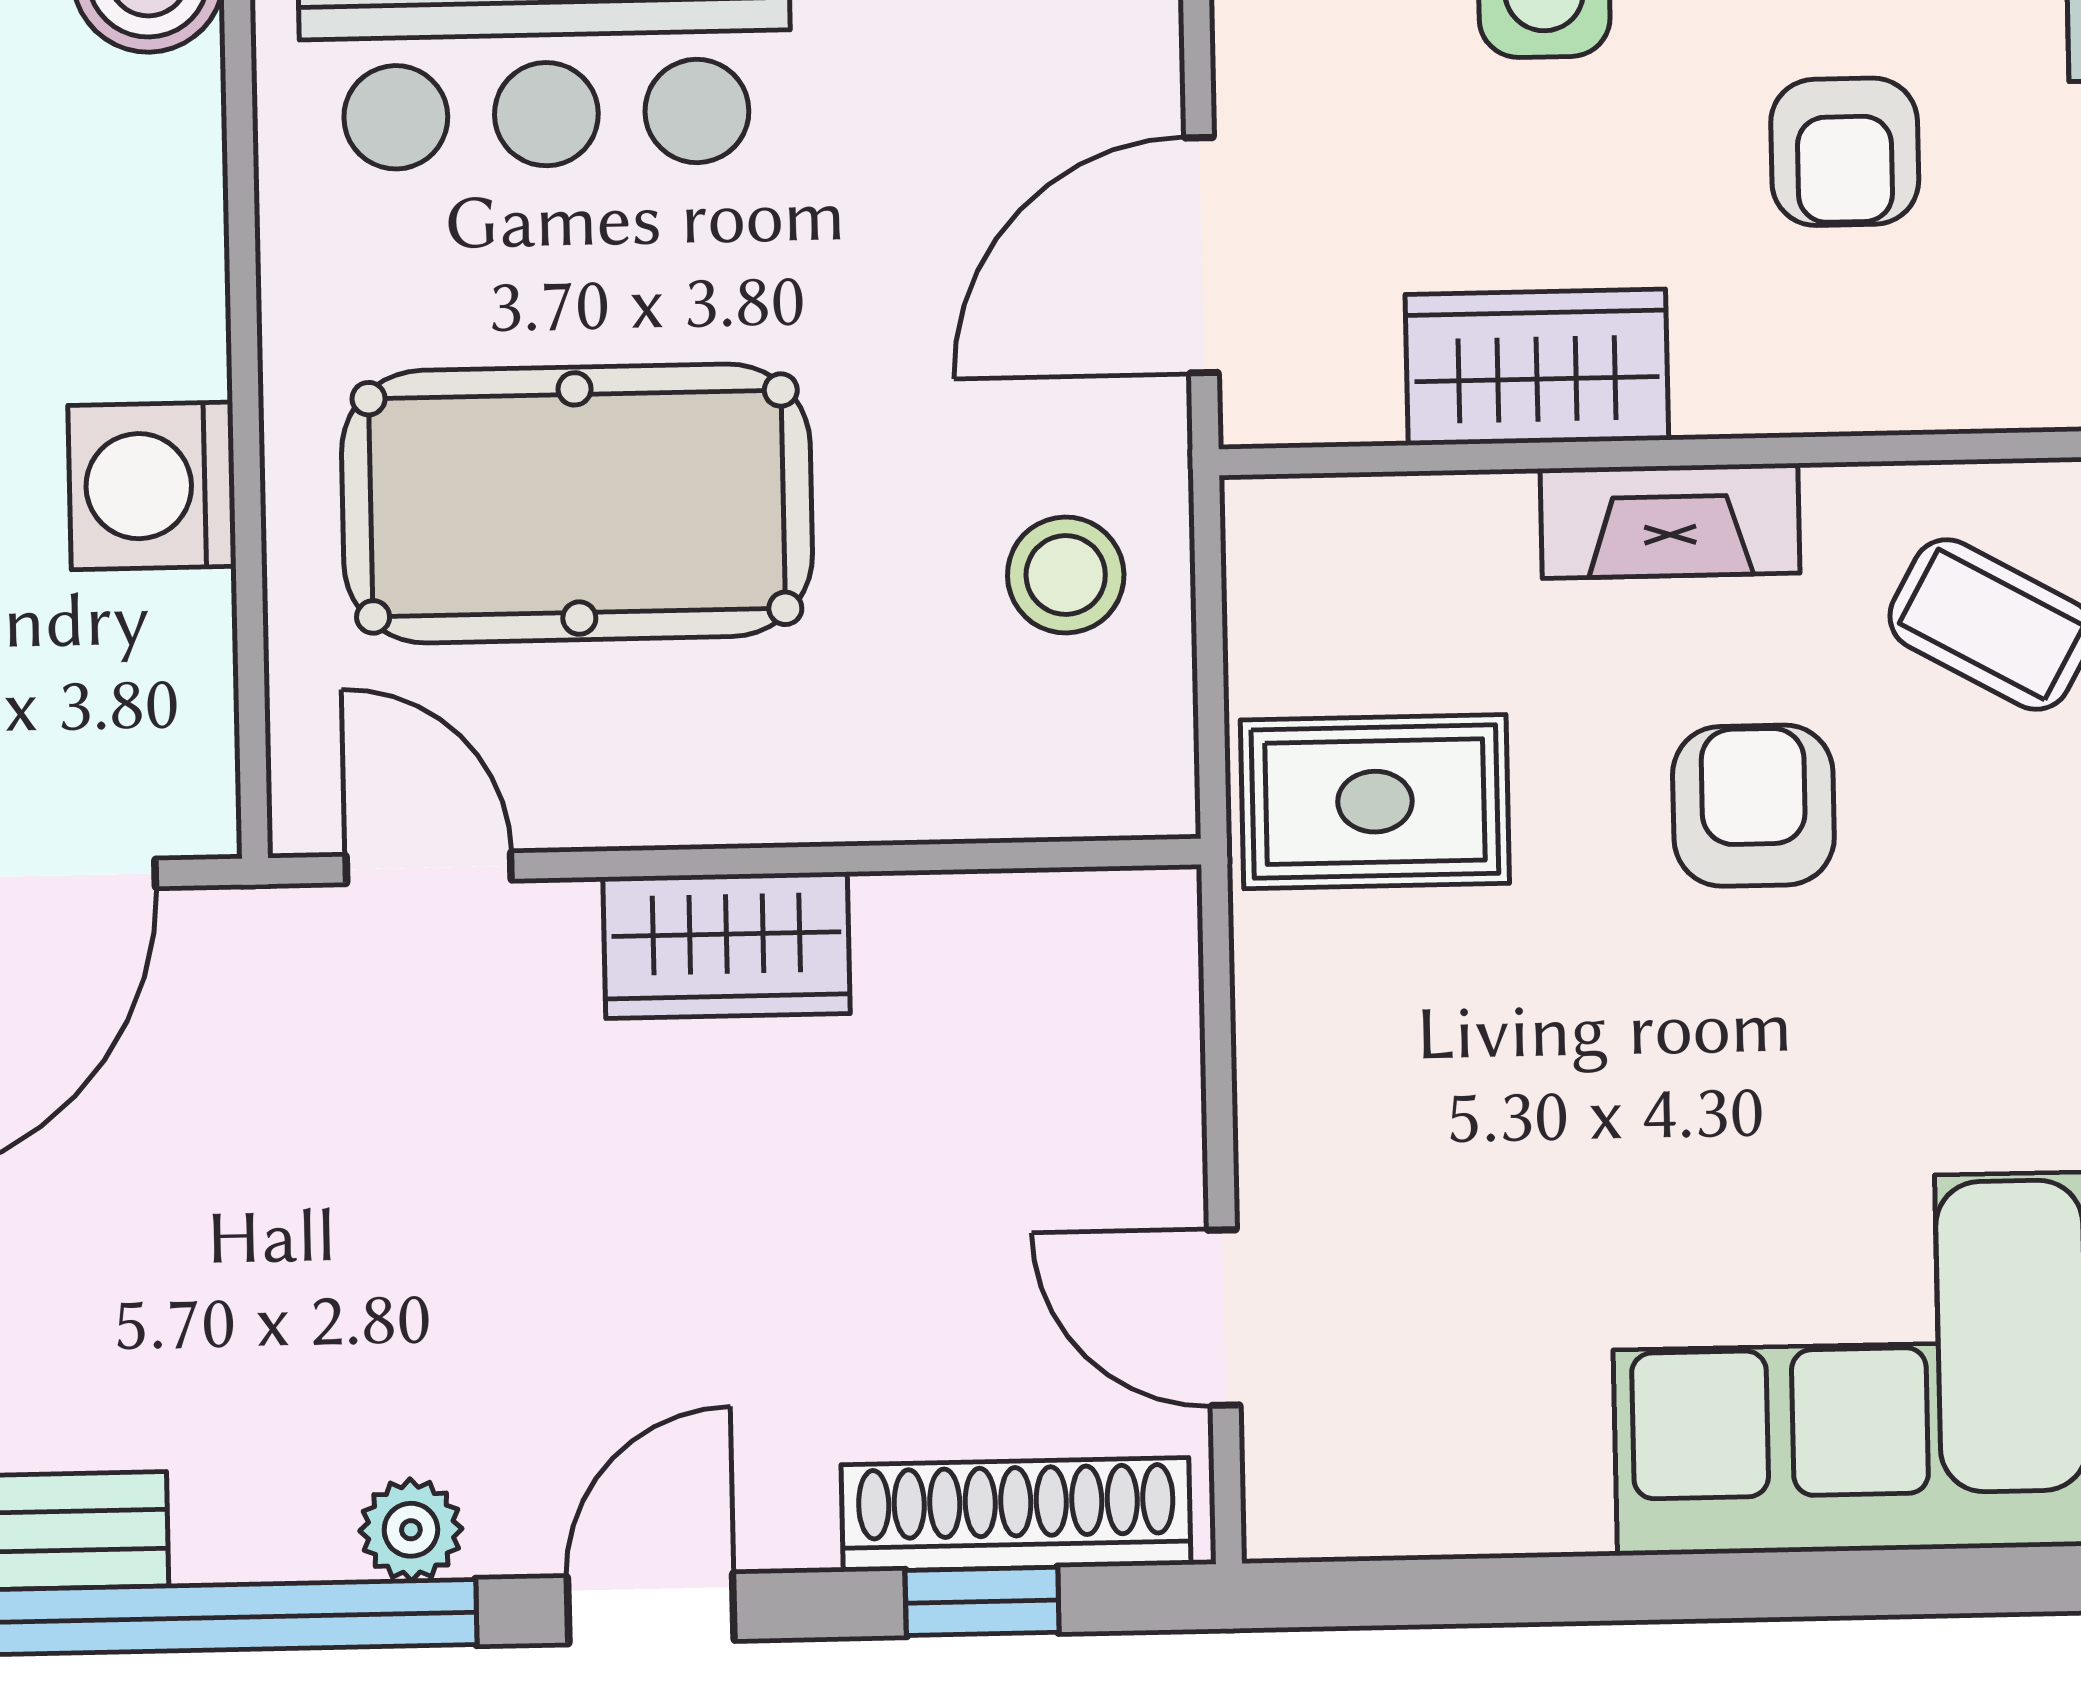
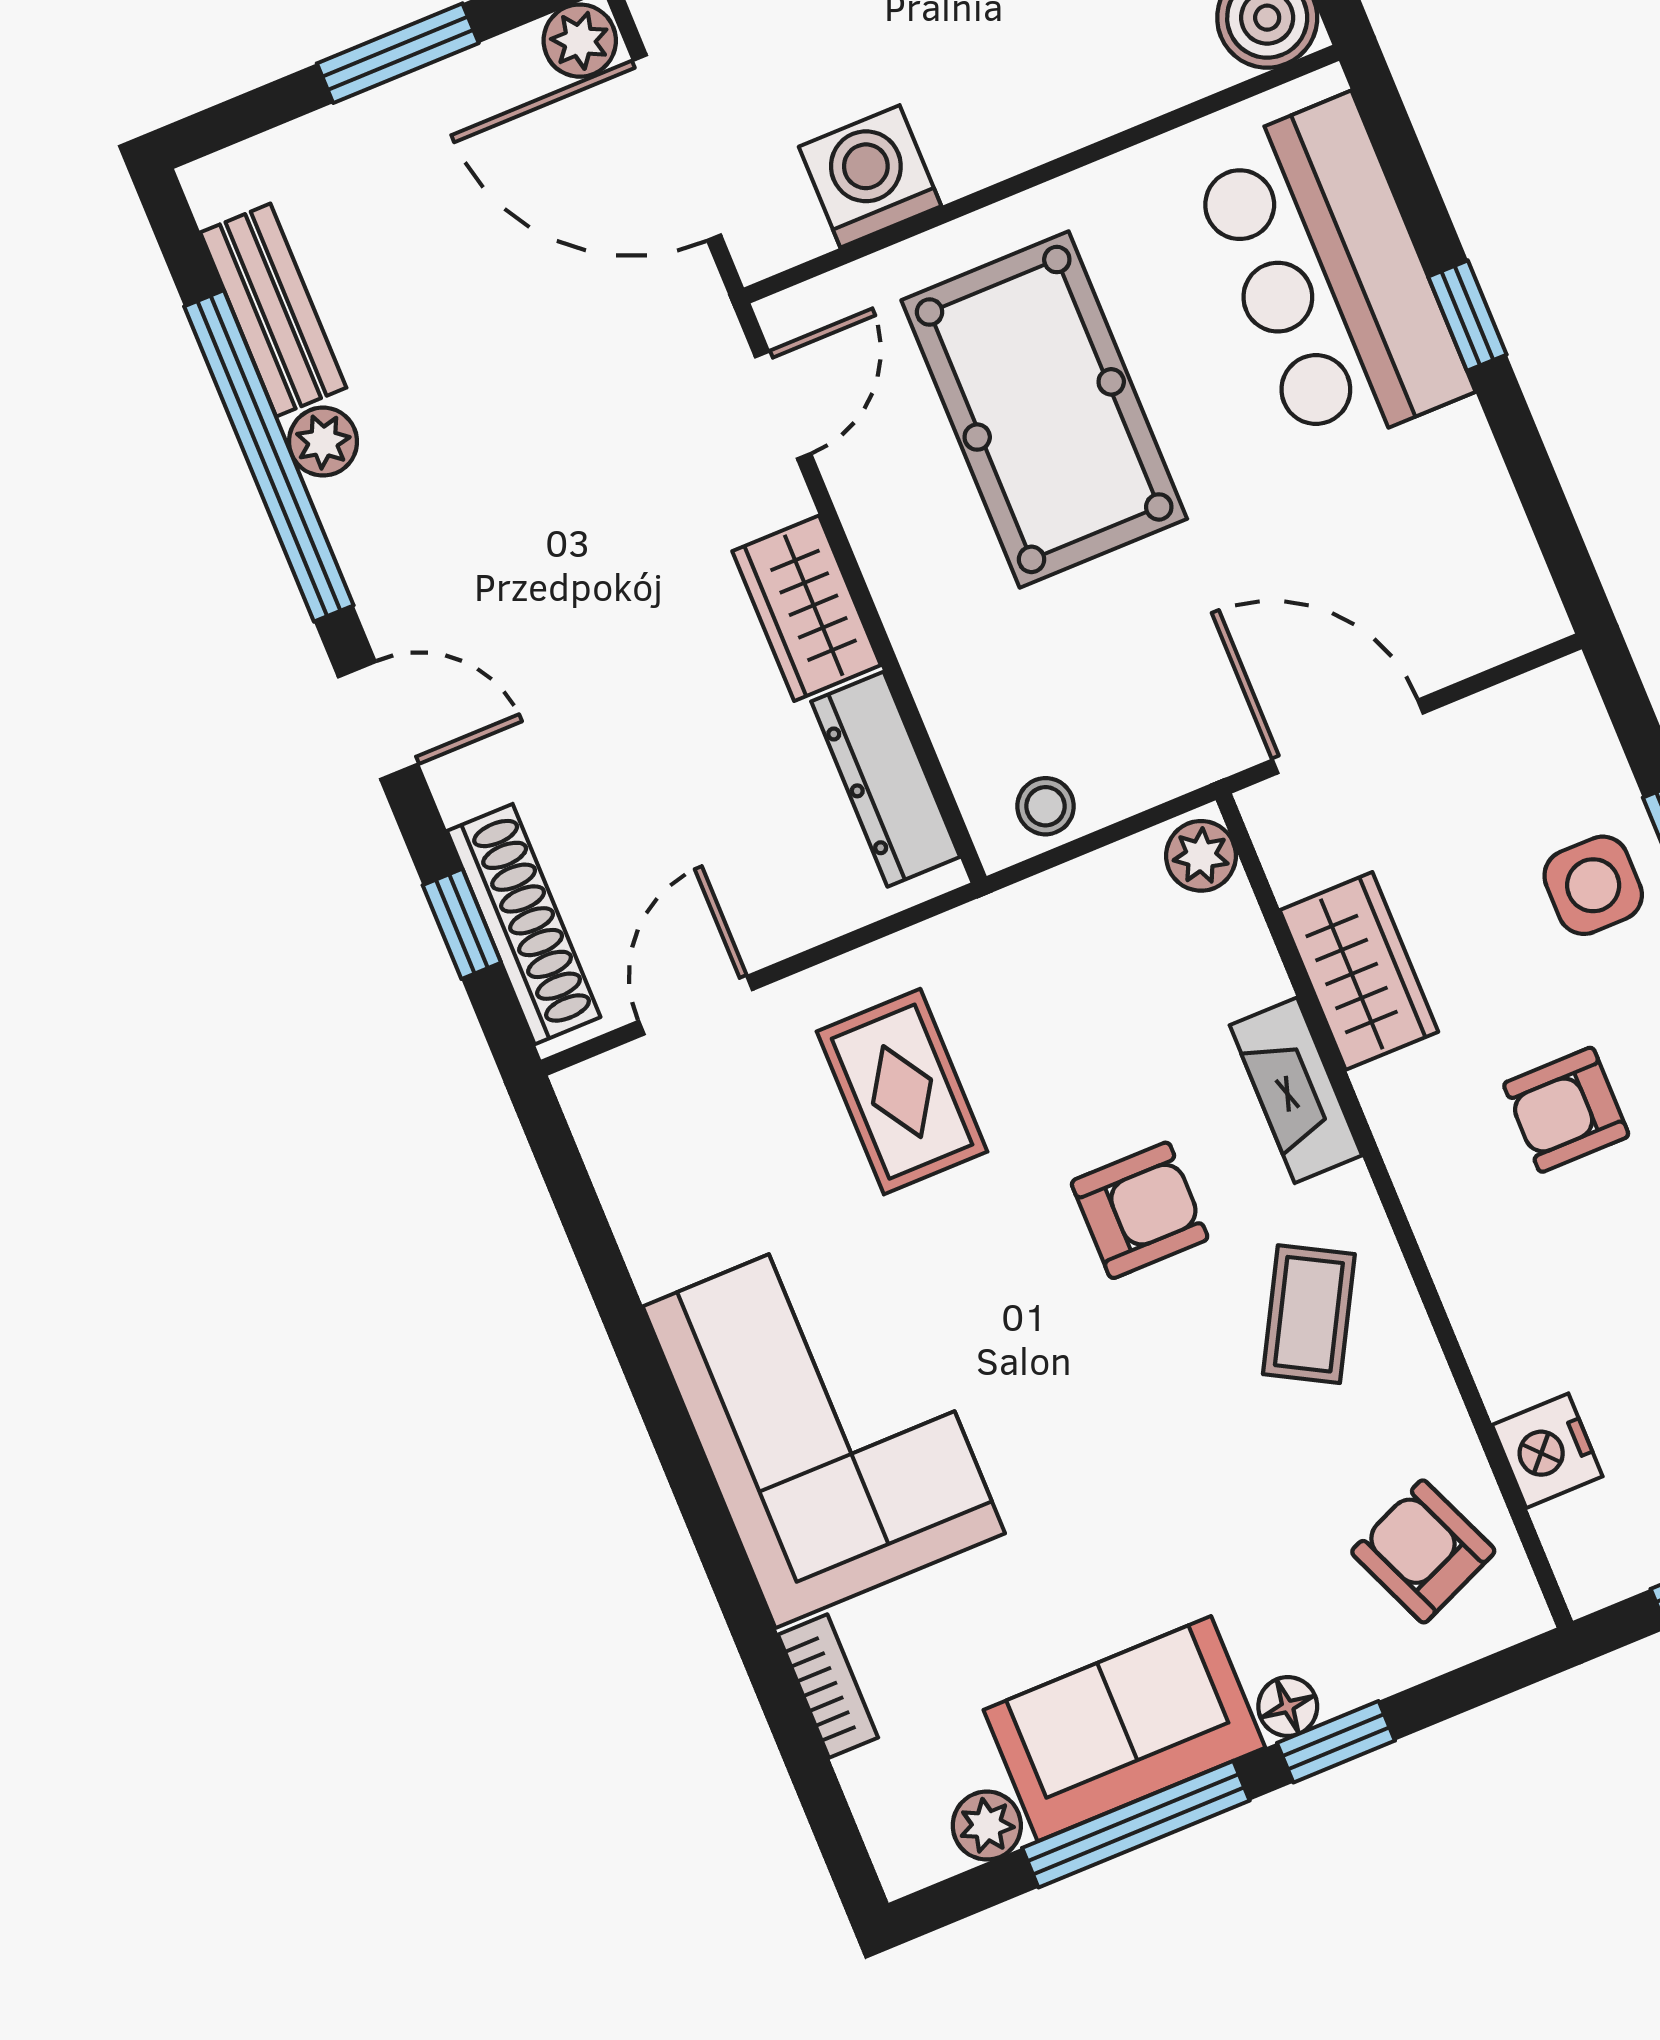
washing machine: (152, 486) -> (870, 176), moved
plant: (1289, 526) -> (1201, 856), added
stool: (1066, 575) -> (1046, 806), moved, width x0.73, depth x0.73
rug: (1375, 802) -> (902, 1092), moved
dresser: (1010, 928) -> (886, 779), added
plant: (411, 1530) -> (323, 442), moved

